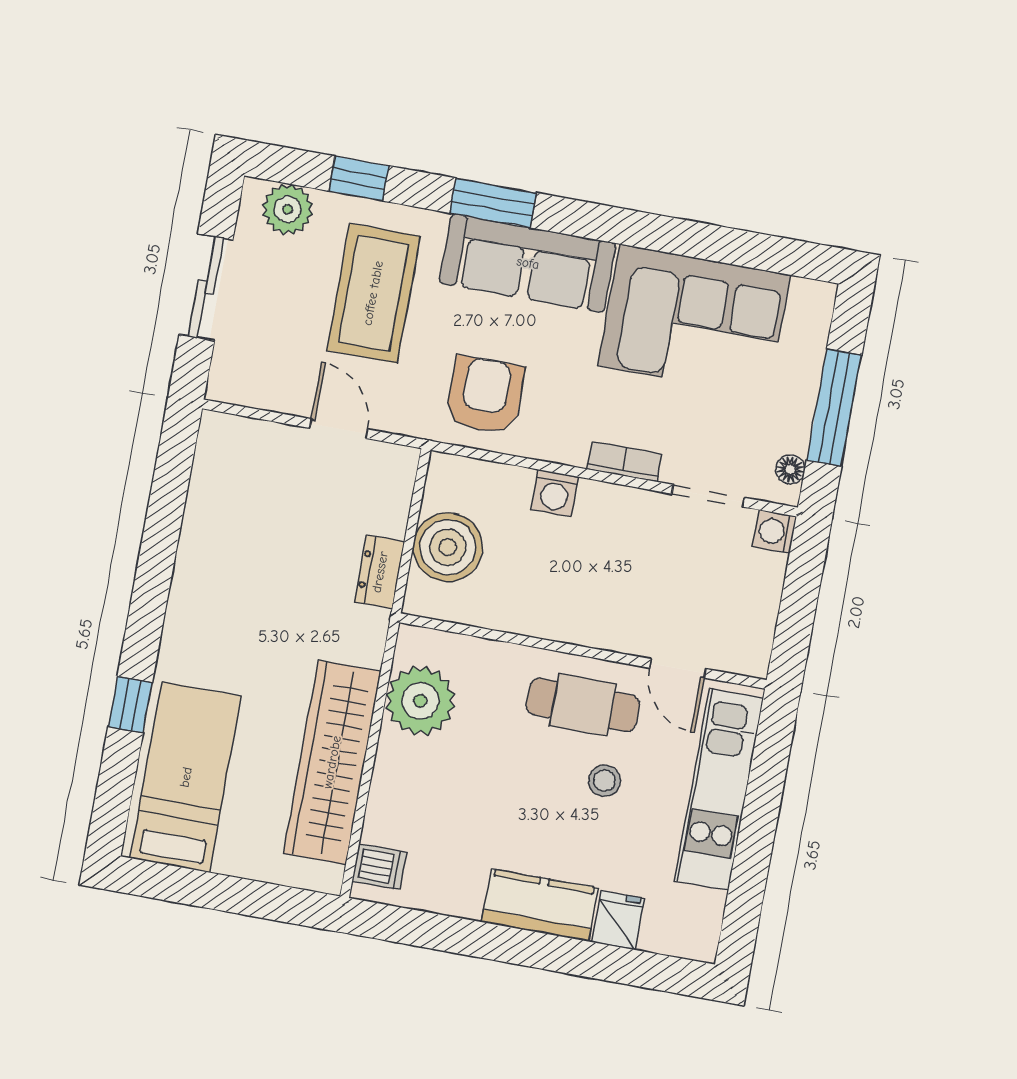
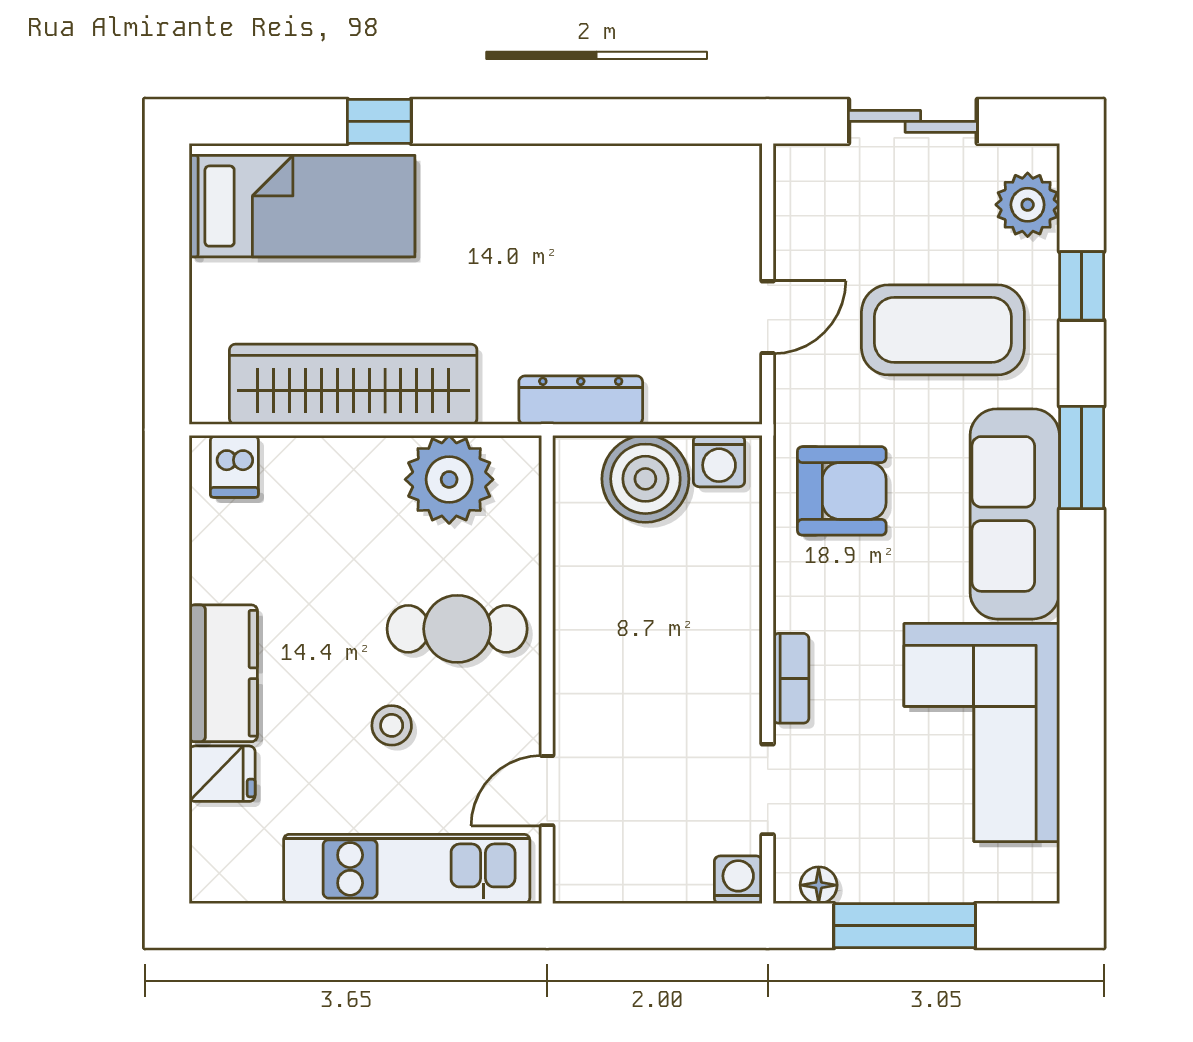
washing machine: (555, 493) -> (719, 461), moved, turned -90
dresser: (380, 572) -> (581, 400), width x1.44
cafe table: (583, 705) -> (457, 629), moved, turned 90

